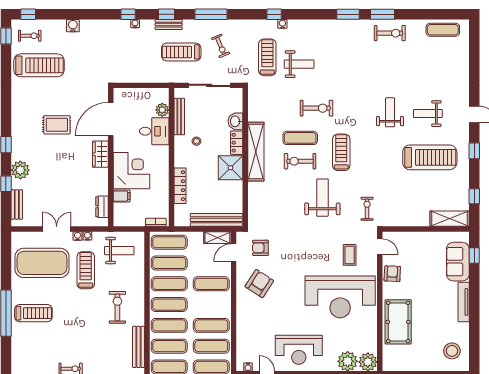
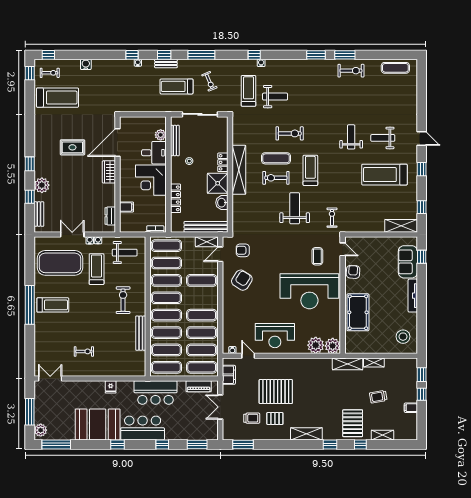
washbasin: (235, 121) -> (222, 203), moved
treadmill: (430, 157) -> (384, 175), turned 180
corner desk: (132, 171) -> (151, 180), moved, turned 180

